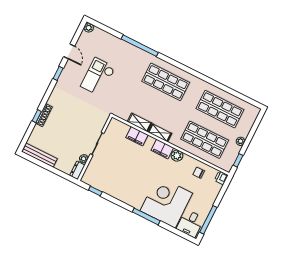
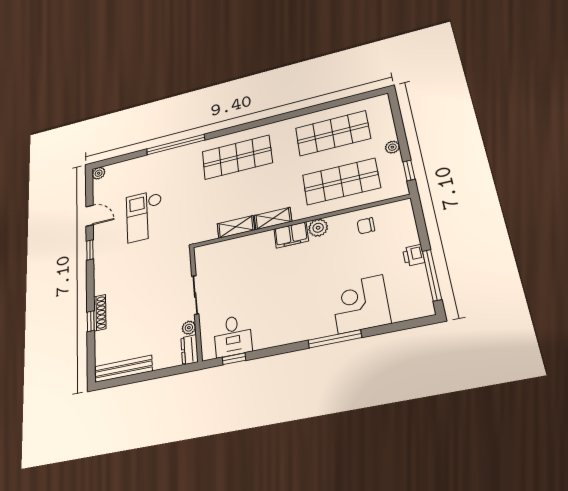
filing cabinet: (137, 136) -> (244, 245), removed
printer: (221, 178) -> (414, 255), moved
corner desk: (166, 202) -> (360, 304), width x0.74, depth x0.74
desk: (190, 223) -> (233, 336), moved

